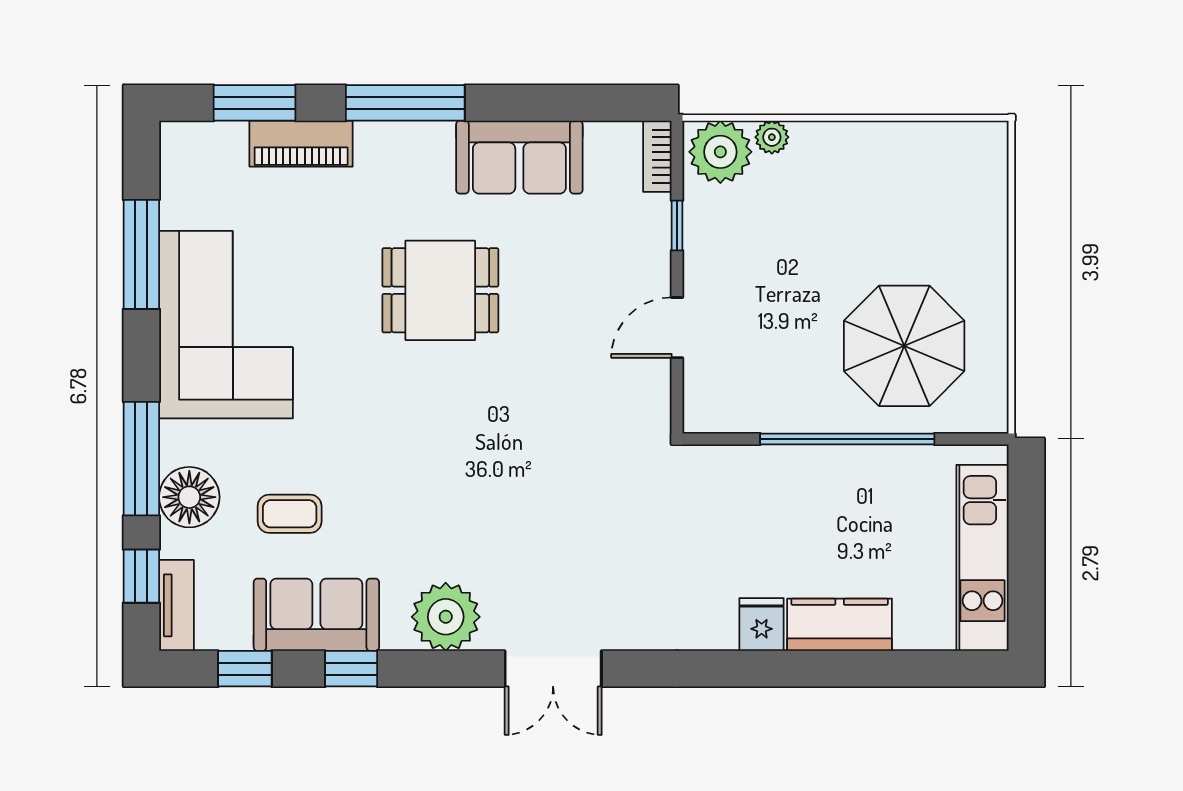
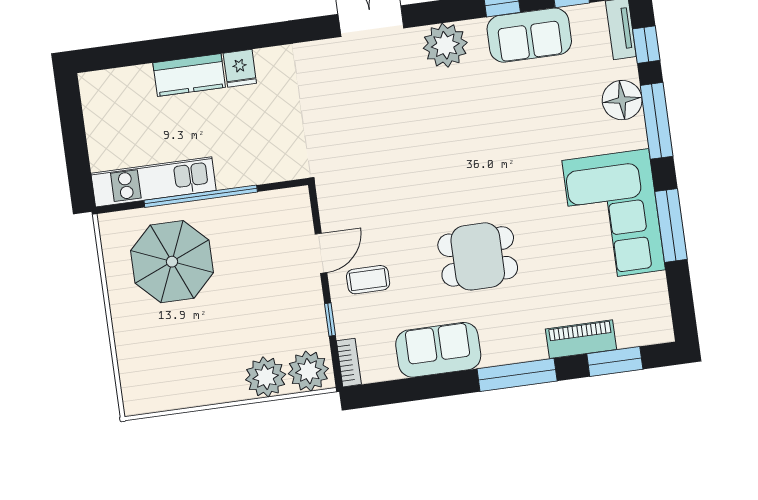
plant: (772, 137) -> (266, 377), width x1.88, depth x1.88
window: (141, 254) -> (671, 225), moved
coffee table: (290, 514) -> (368, 280), moved
kitchen unit: (983, 558) -> (154, 182), moved, turned -90

